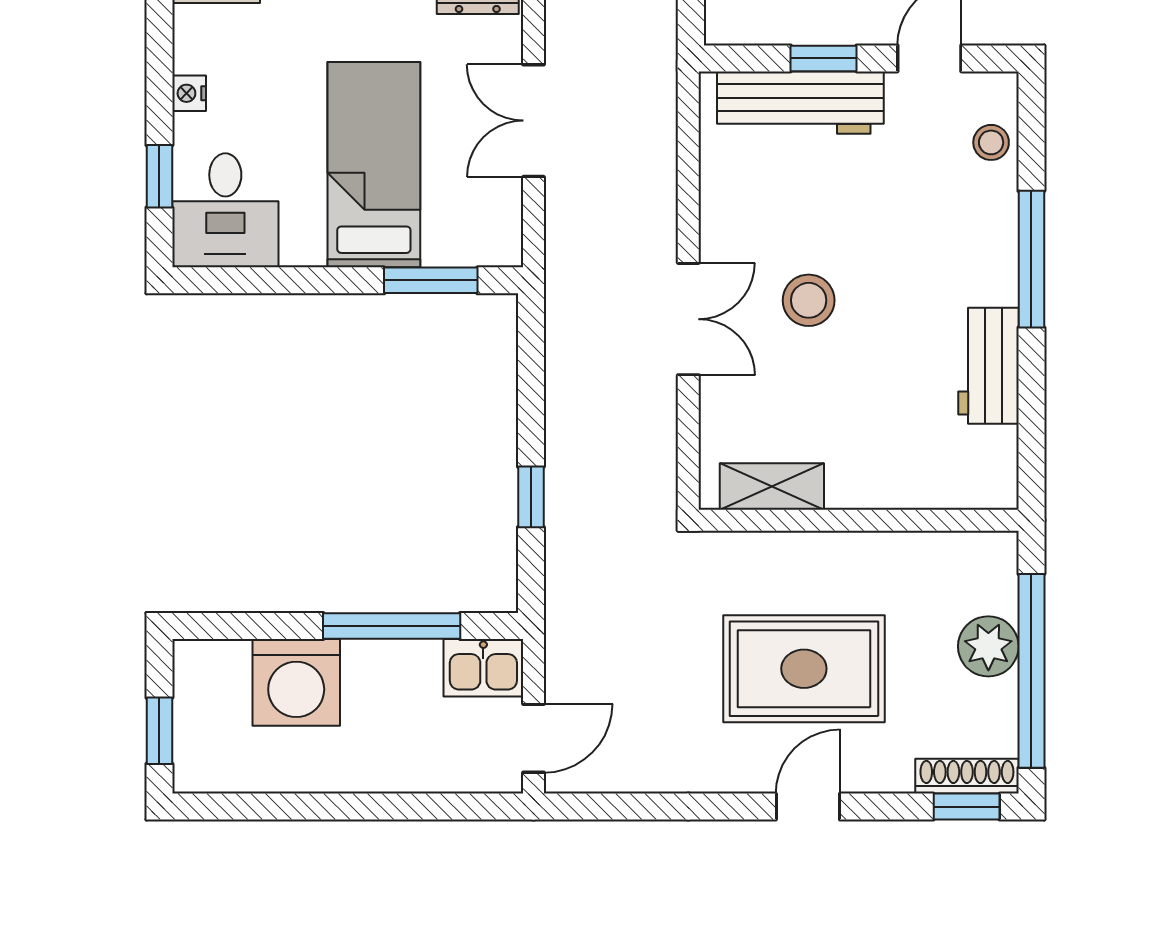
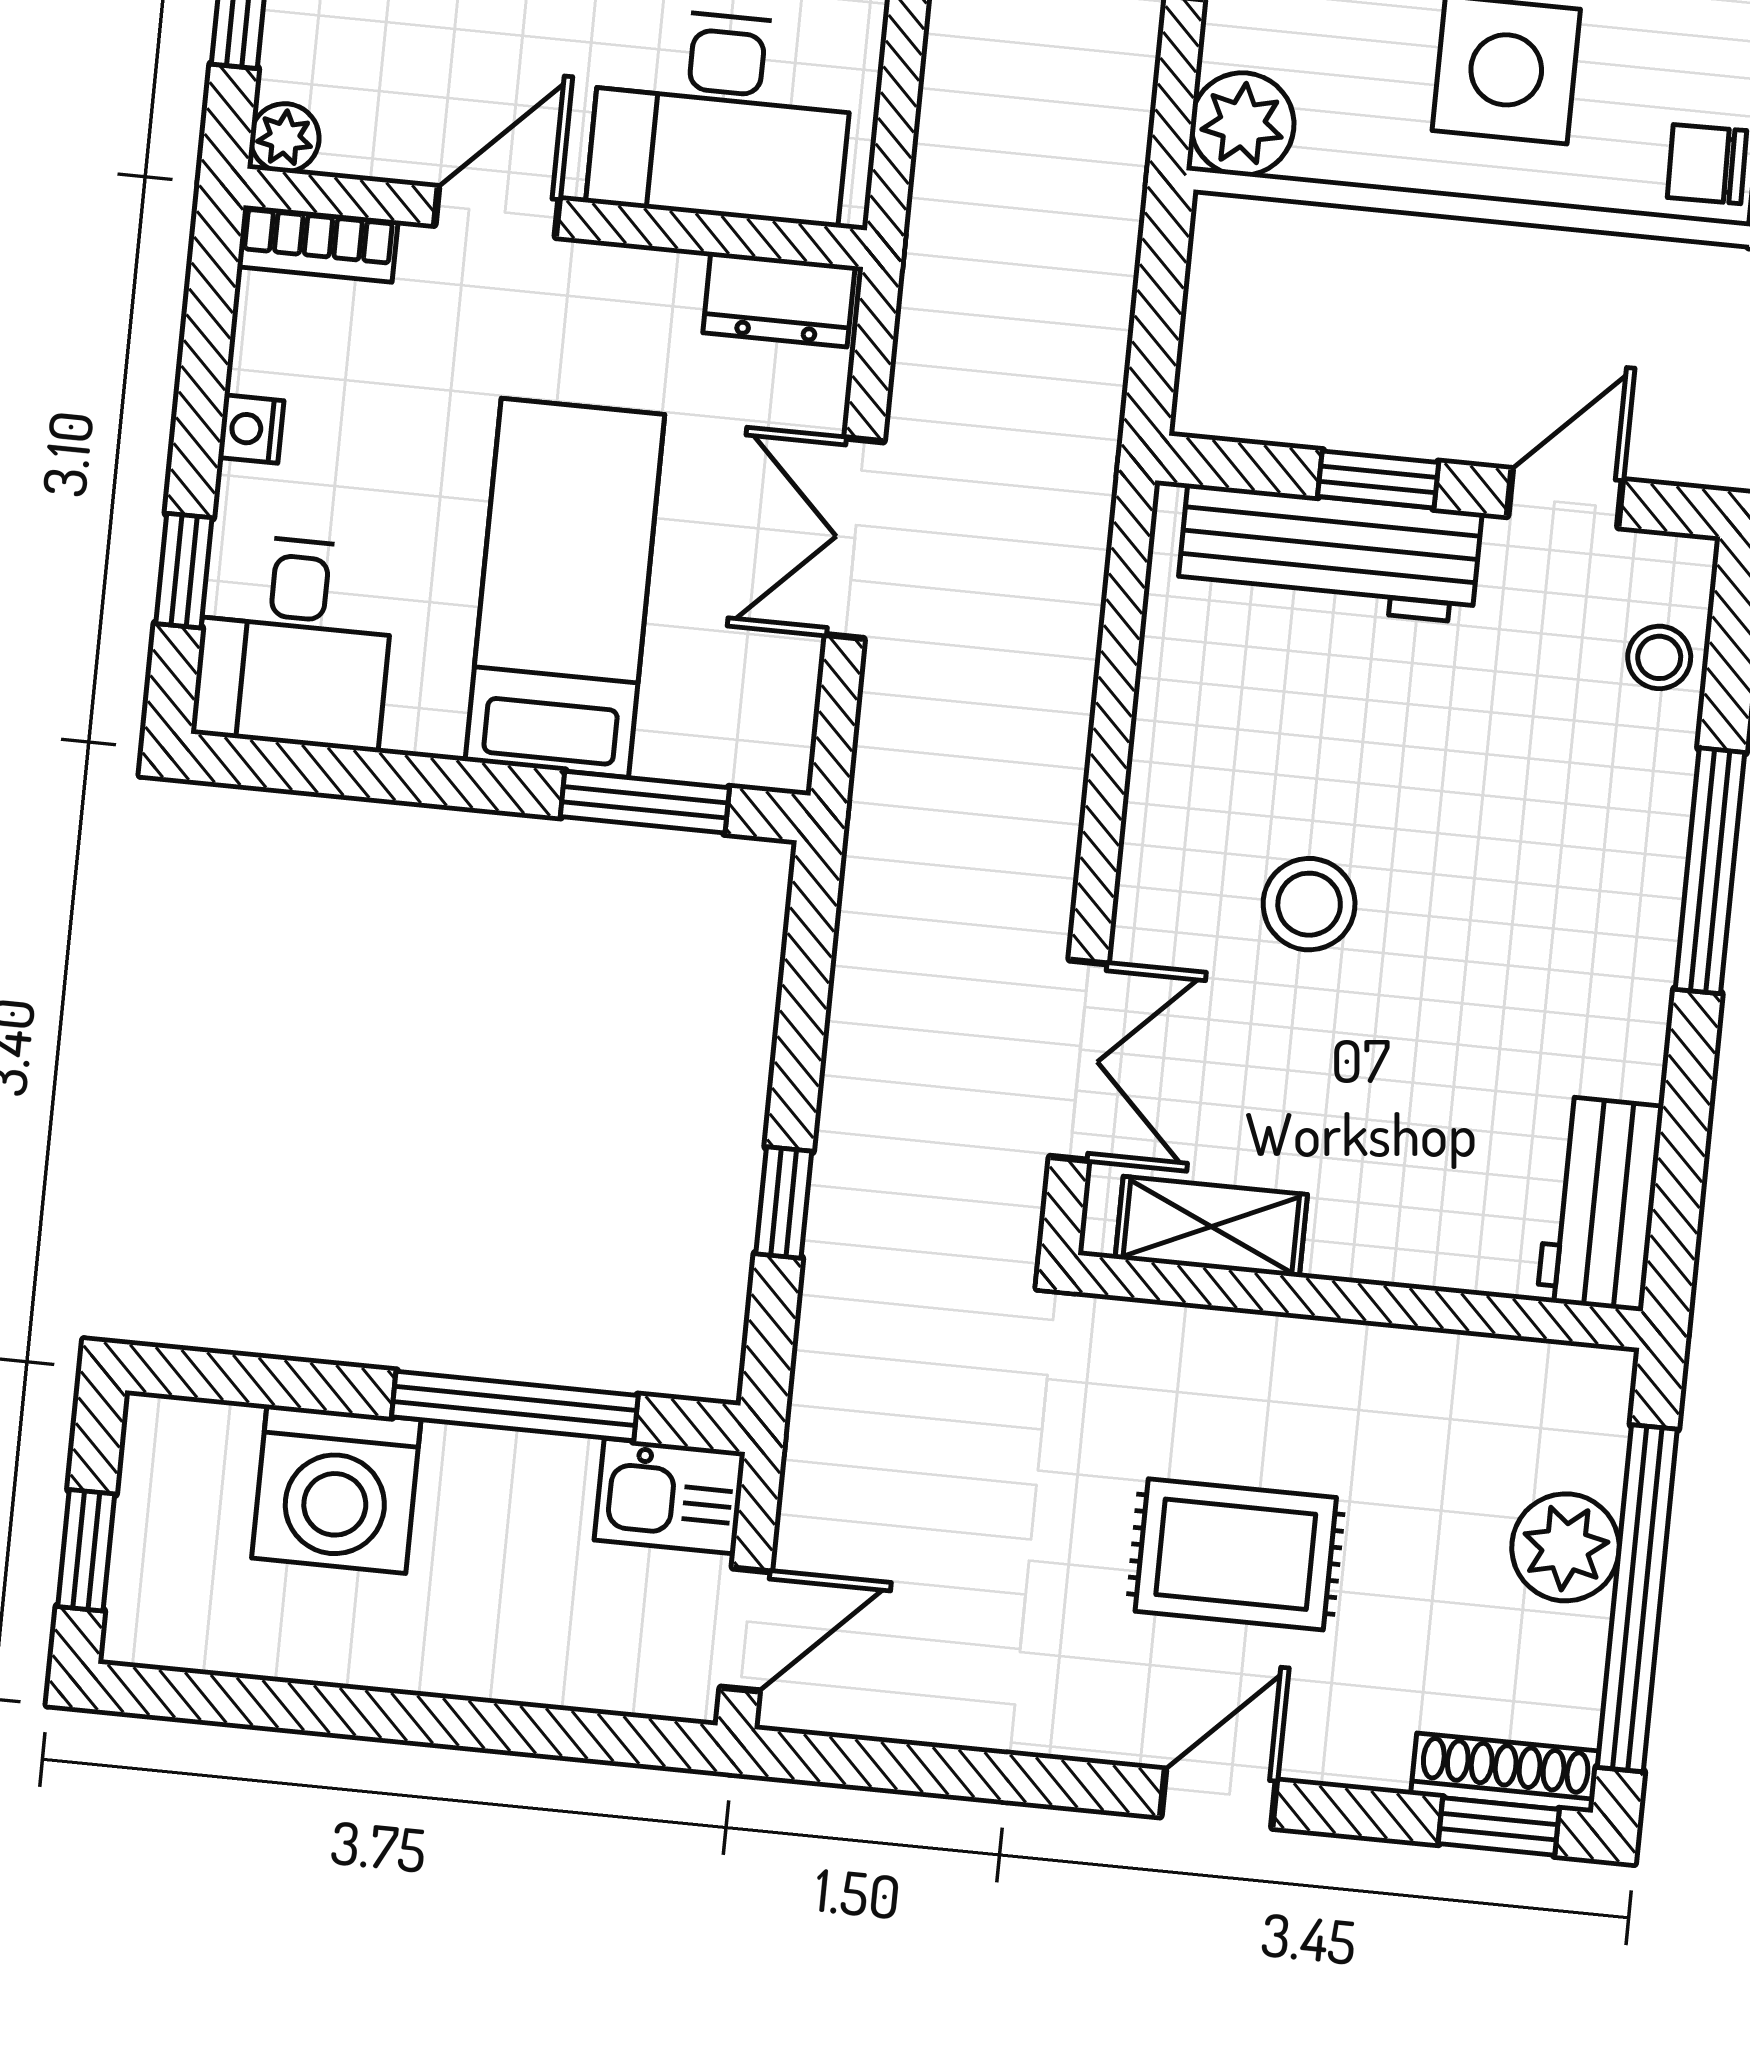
double door: (688, 319) -> (1079, 1060), moved
workbench: (988, 366) -> (1600, 1203), moved
rug: (804, 669) -> (1236, 1554), width x0.73, depth x0.70

